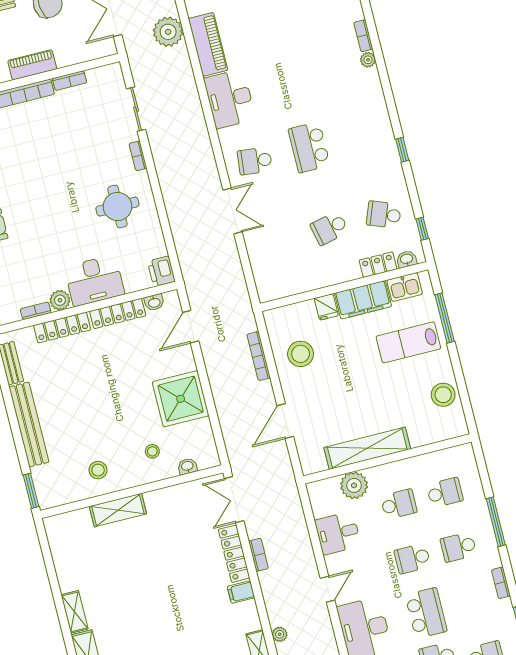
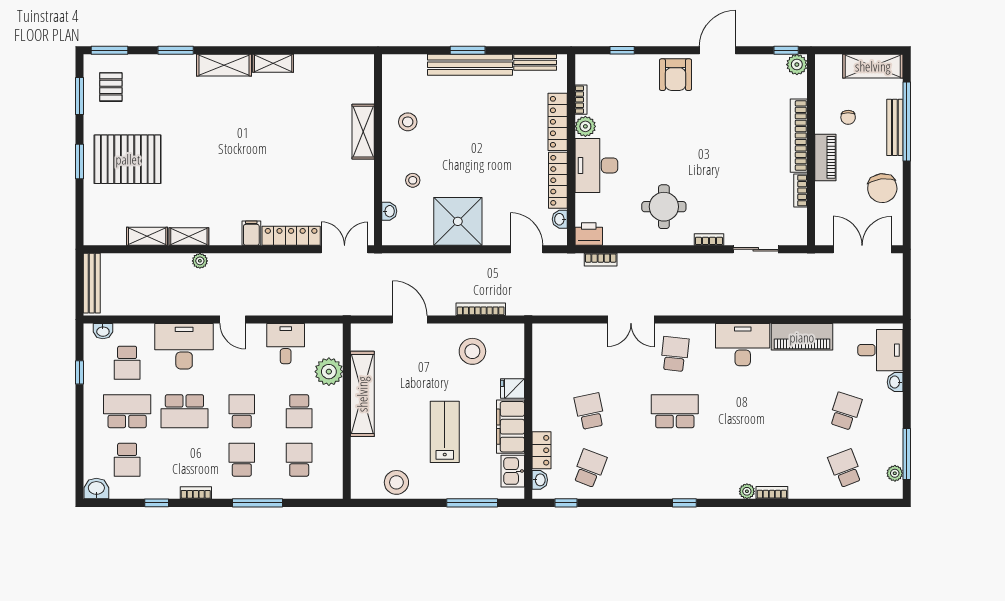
plant: (168, 32) -> (824, 300), removed
window: (402, 150) -> (684, 503), moved
lab bench: (408, 342) -> (445, 432), moved
window: (31, 491) -> (468, 50), moved
school desk: (445, 493) -> (299, 460), turned 180
bookcase: (258, 555) -> (601, 260), moved

